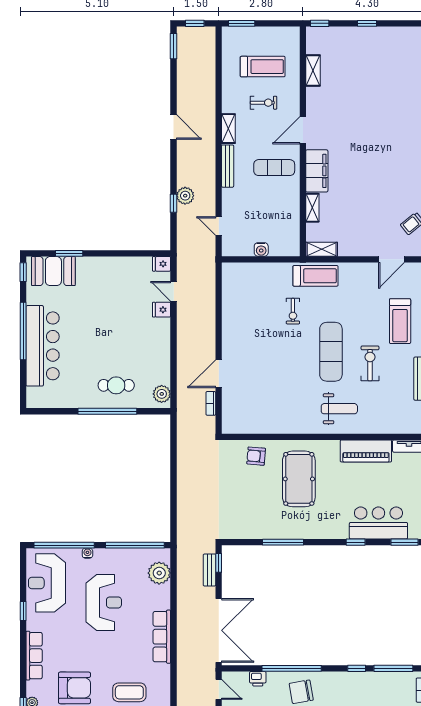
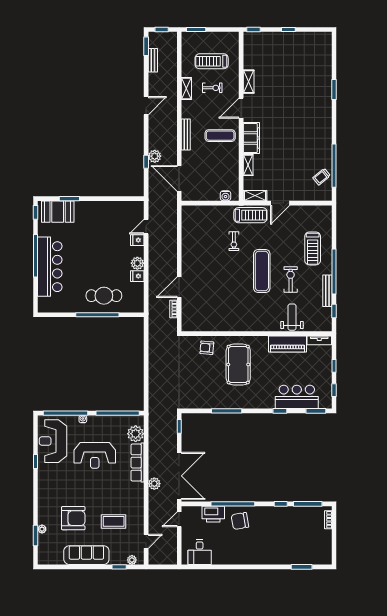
treadmill: (263, 67) -> (212, 61), turned 180
shelving: (313, 70) -> (249, 82), moved
door: (174, 127) -> (146, 106), hinge flipped
shelving: (228, 129) -> (186, 88), moved
door: (219, 226) -> (179, 179), width x1.88
water cooler: (261, 249) -> (225, 196), moved
door: (391, 259) -> (280, 203), moved
fridge: (162, 264) -> (137, 276), moved
door: (174, 291) -> (146, 227), hinge flipped
cafe table: (116, 385) -> (104, 296), width x1.37, depth x1.35
plant: (162, 394) -> (137, 263), moved
weight bench: (339, 409) -> (292, 317), moved, turned -90
bench: (209, 570) -> (153, 60), moved
reception desk: (104, 602) -> (95, 455), turned 90
row of seats: (162, 637) -> (137, 463), moved
plant: (185, 641) -> (154, 484), added
row of seats: (34, 656) -> (44, 494), removed
printer: (258, 679) -> (213, 514), width x1.87, depth x1.48
door: (219, 689) -> (179, 519), swing flipped

